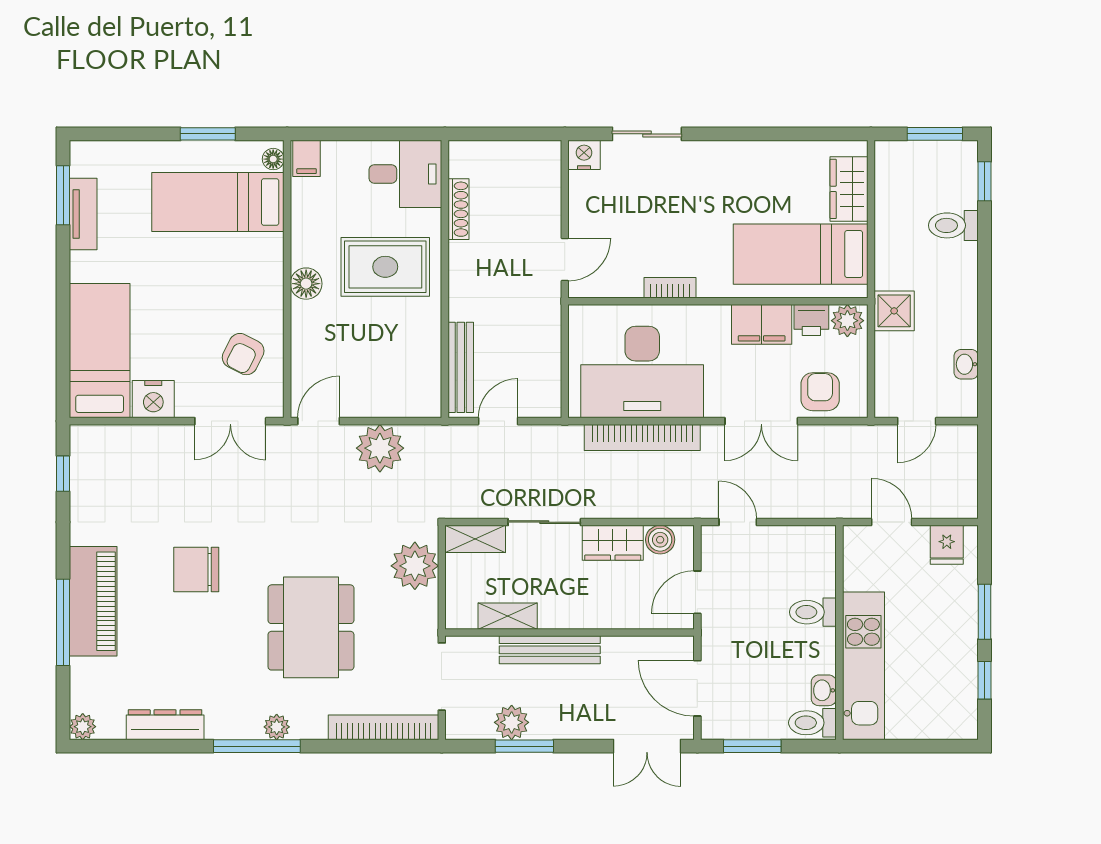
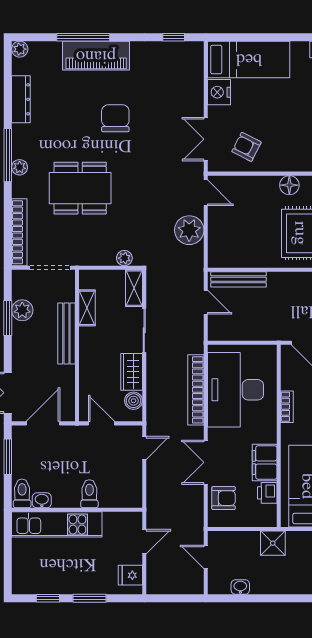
plant: (847, 321) -> (267, 515), removed
plant: (415, 566) -> (124, 258), width x0.53, depth x0.53

